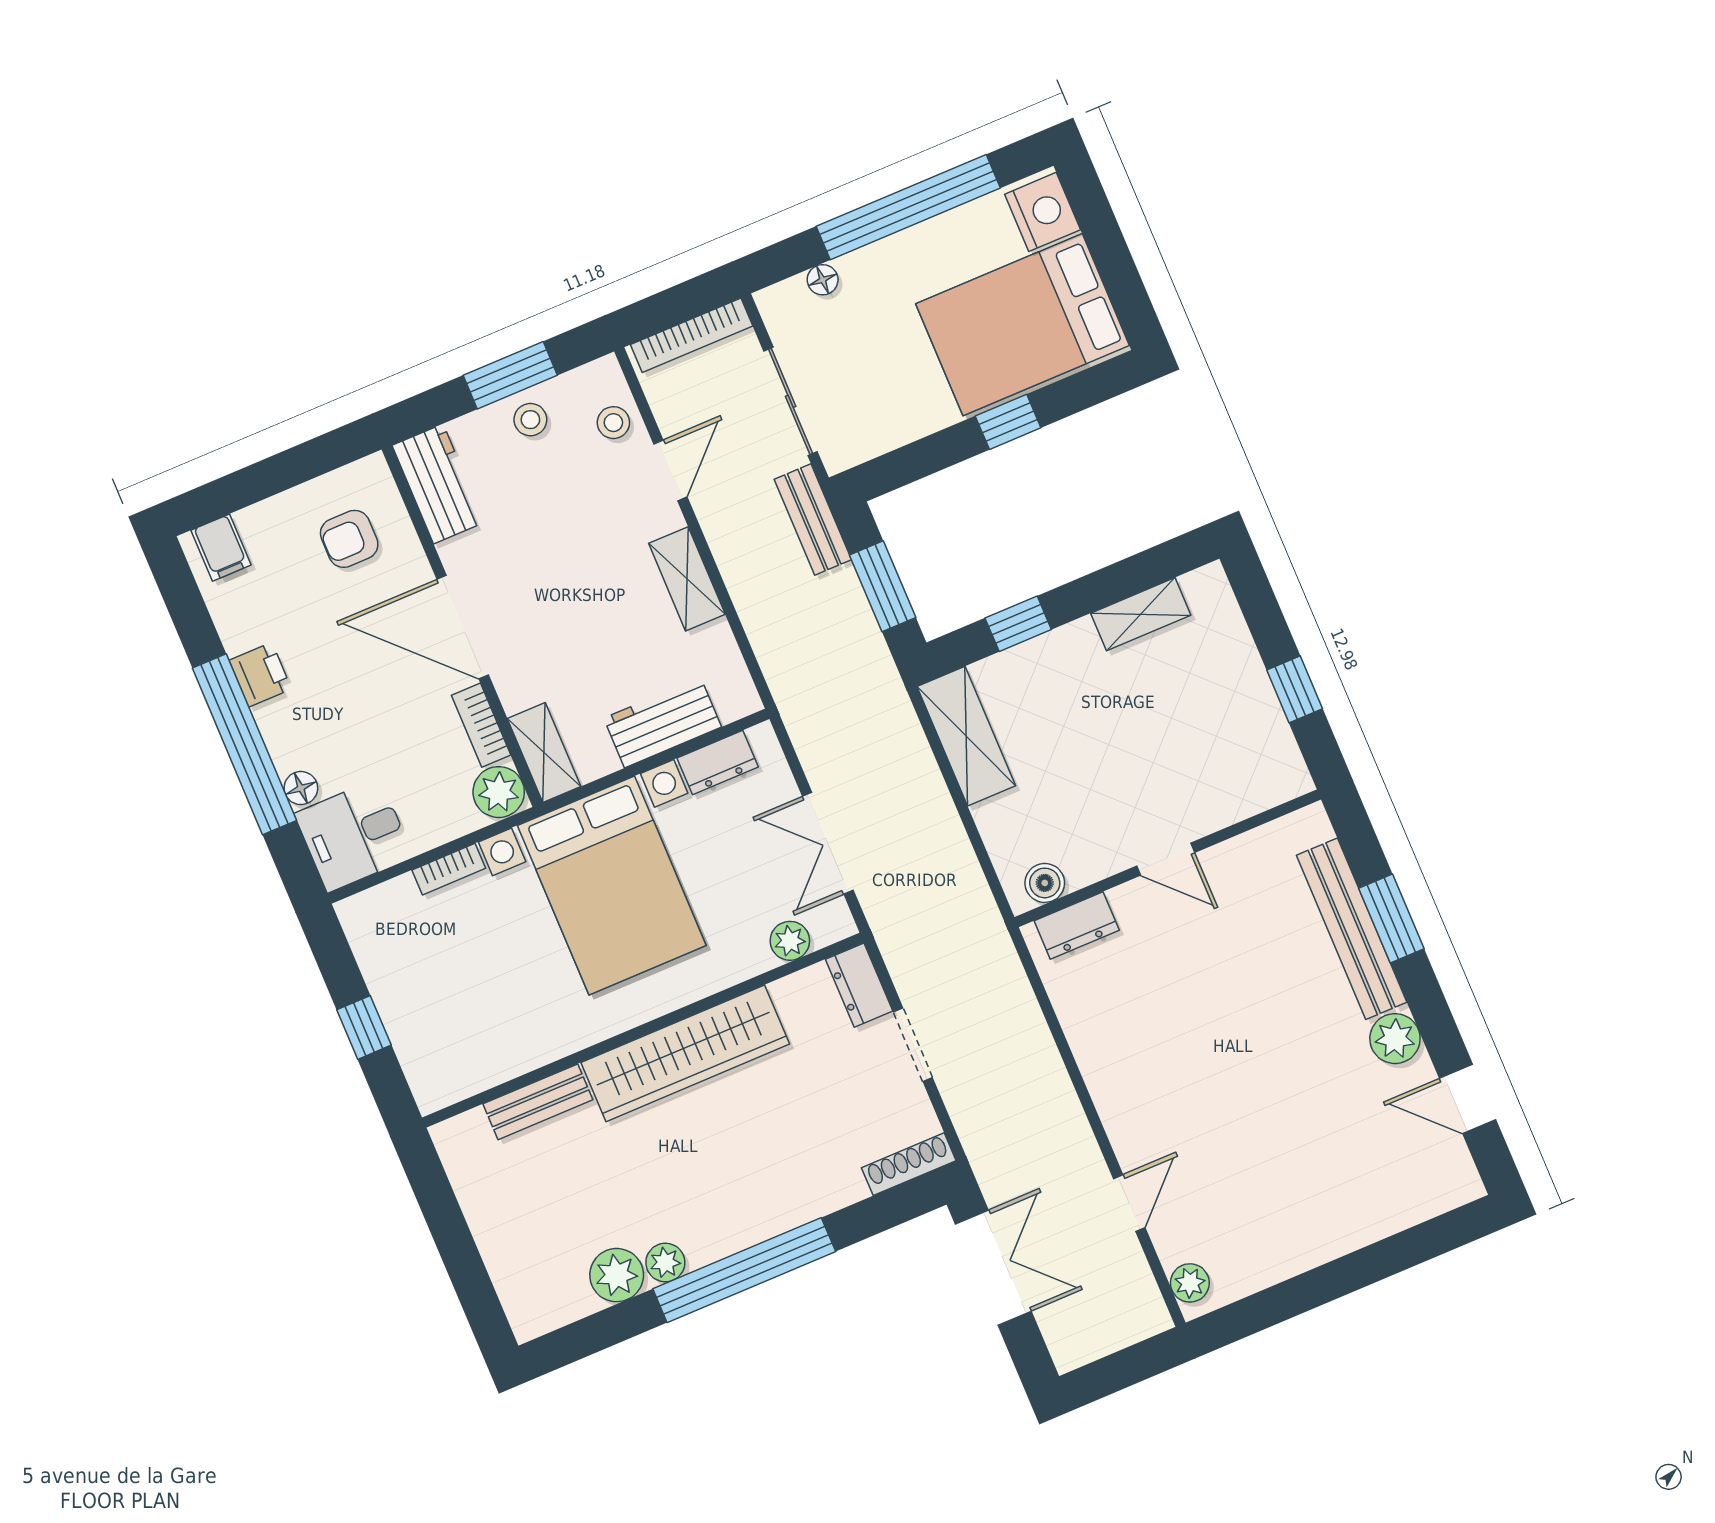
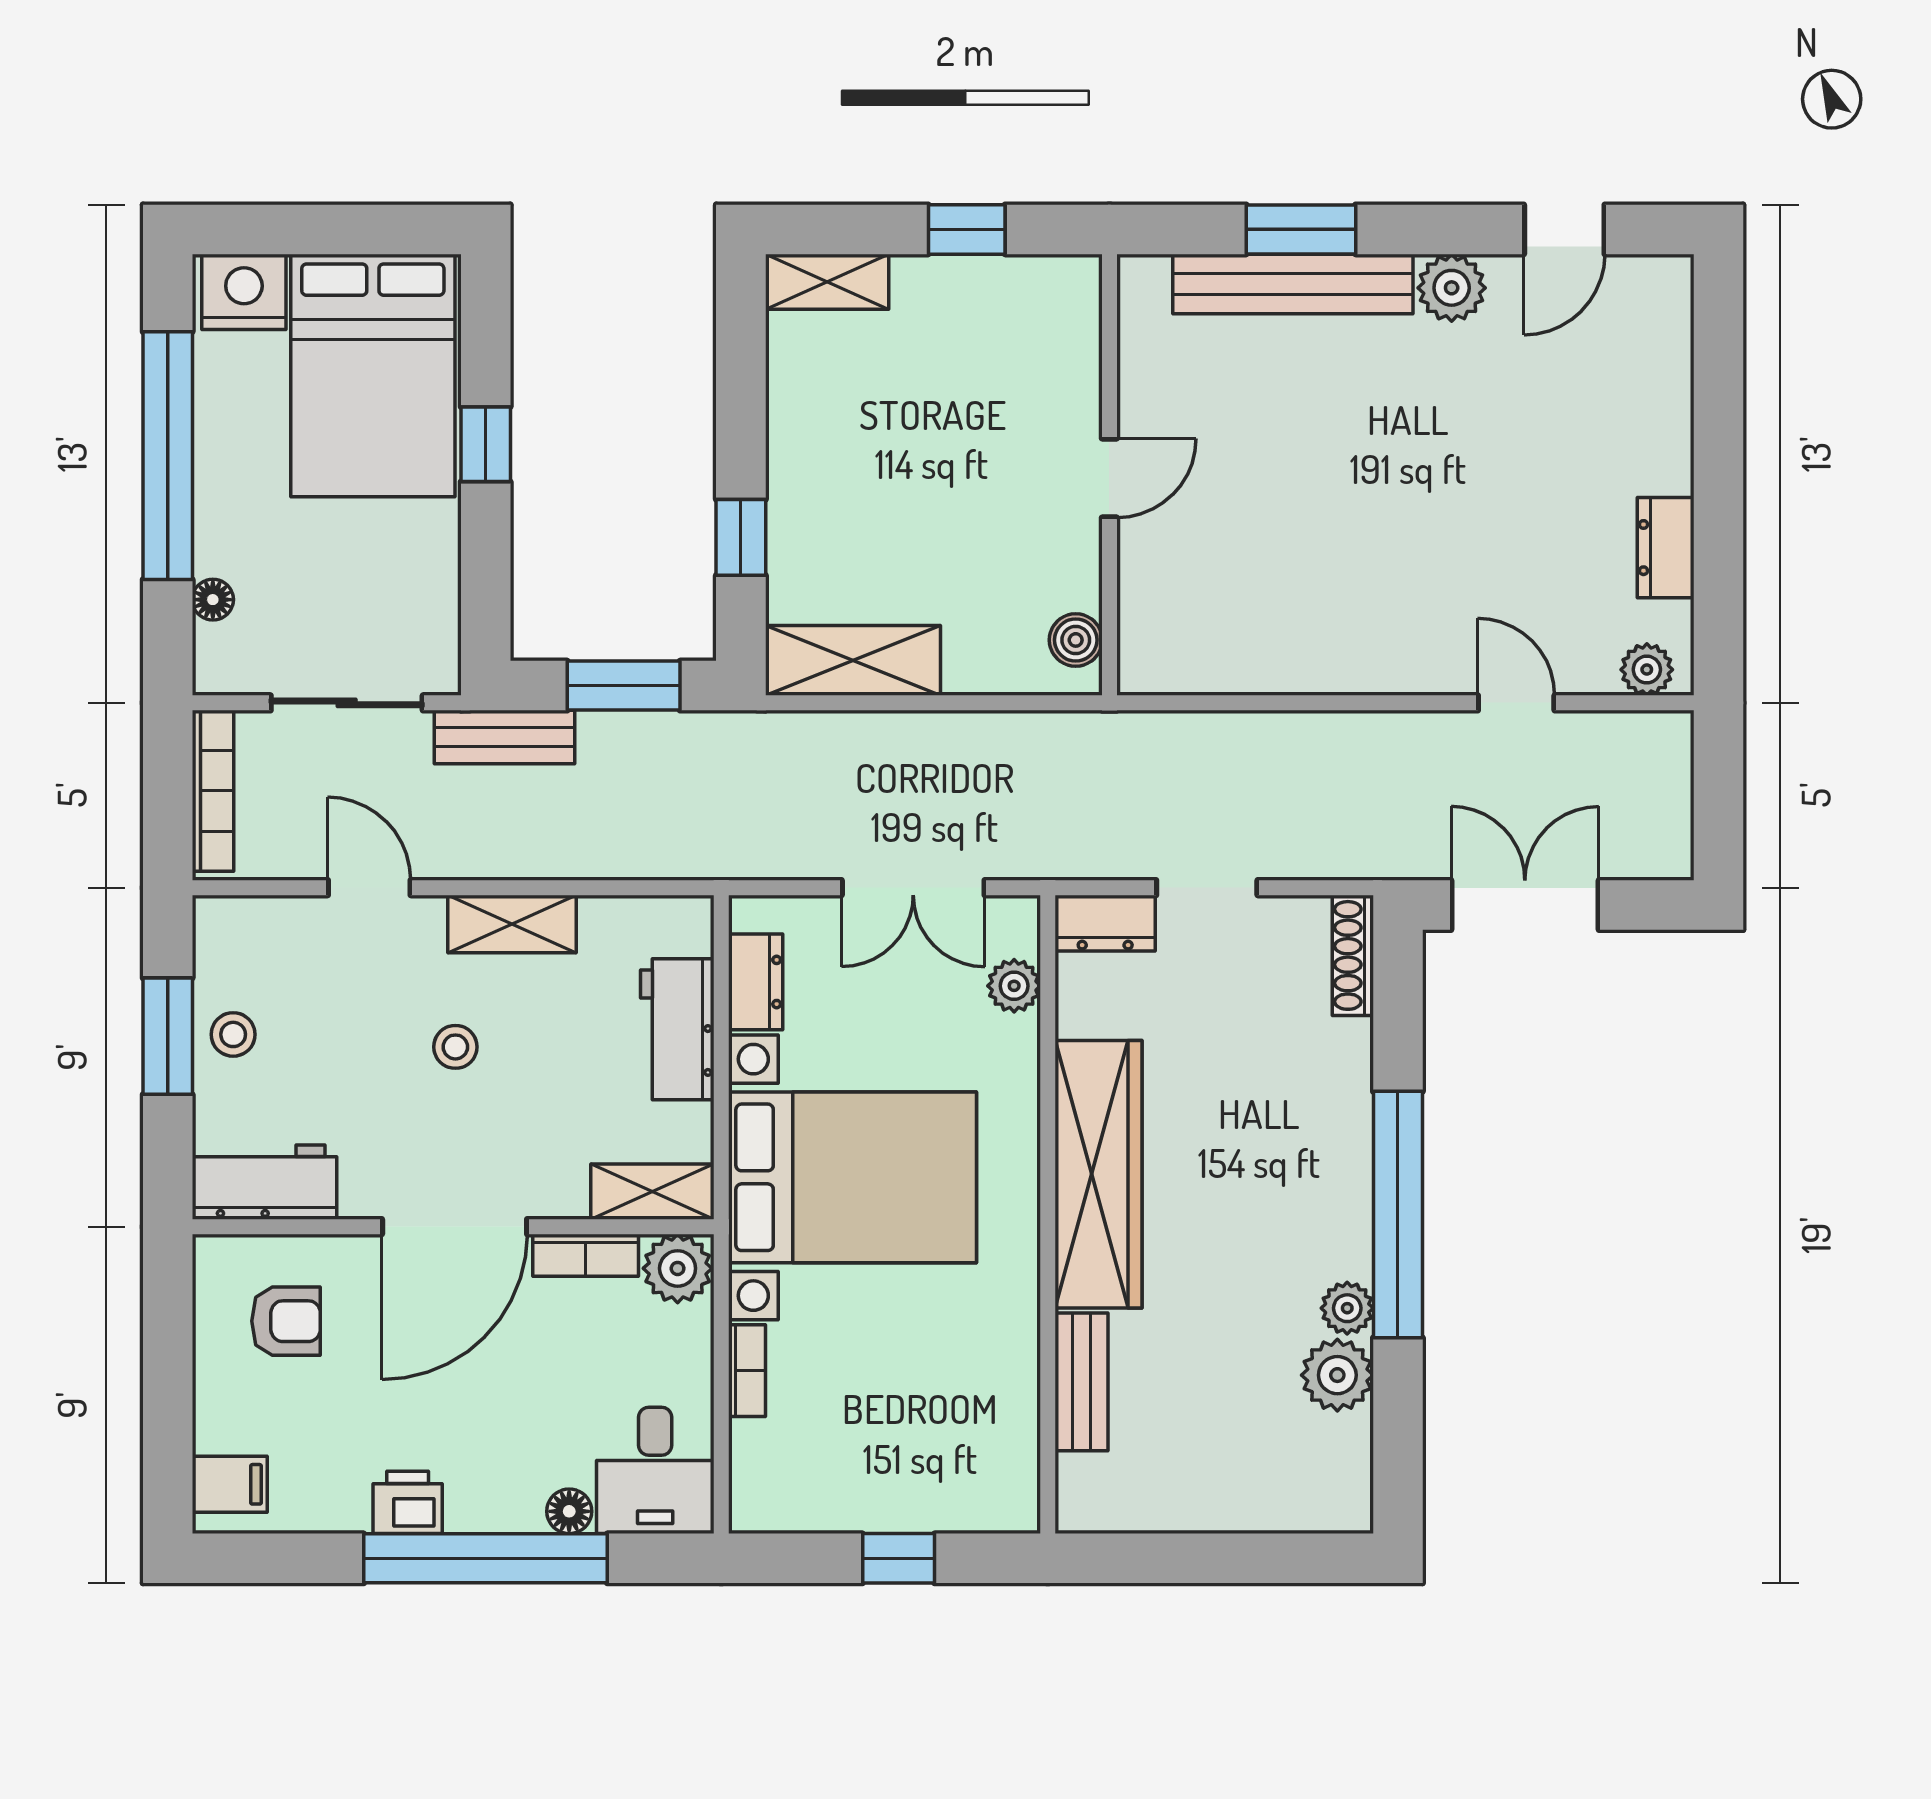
stool: (613, 423) -> (455, 1047), moved
armchair: (349, 539) -> (286, 1321), turned -90
shelving: (1141, 614) -> (827, 282), moved, turned 90
dresser: (1077, 926) -> (1666, 548), moved, turned 180

